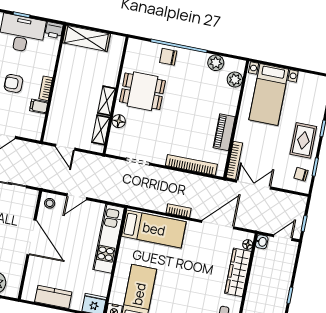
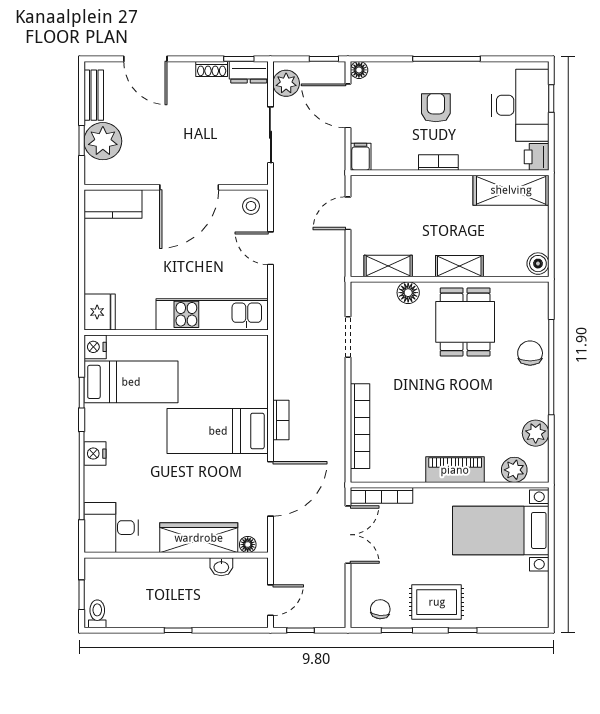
shelving: (87, 38) -> (511, 190), moved, turned 90
boiler: (117, 42) -> (538, 264), added
shelving: (107, 101) -> (459, 266), moved
filing cabinet: (39, 106) -> (361, 157), moved
piano: (224, 132) -> (455, 470), moved
door: (218, 225) -> (270, 489), hinge flipped
bed: (154, 229) -> (218, 431), moved, turned 90
door: (283, 238) -> (270, 600), hinge flipped
washbasin: (262, 242) -> (221, 567), moved
kitchen counter: (53, 297) -> (113, 204), moved, turned 90

